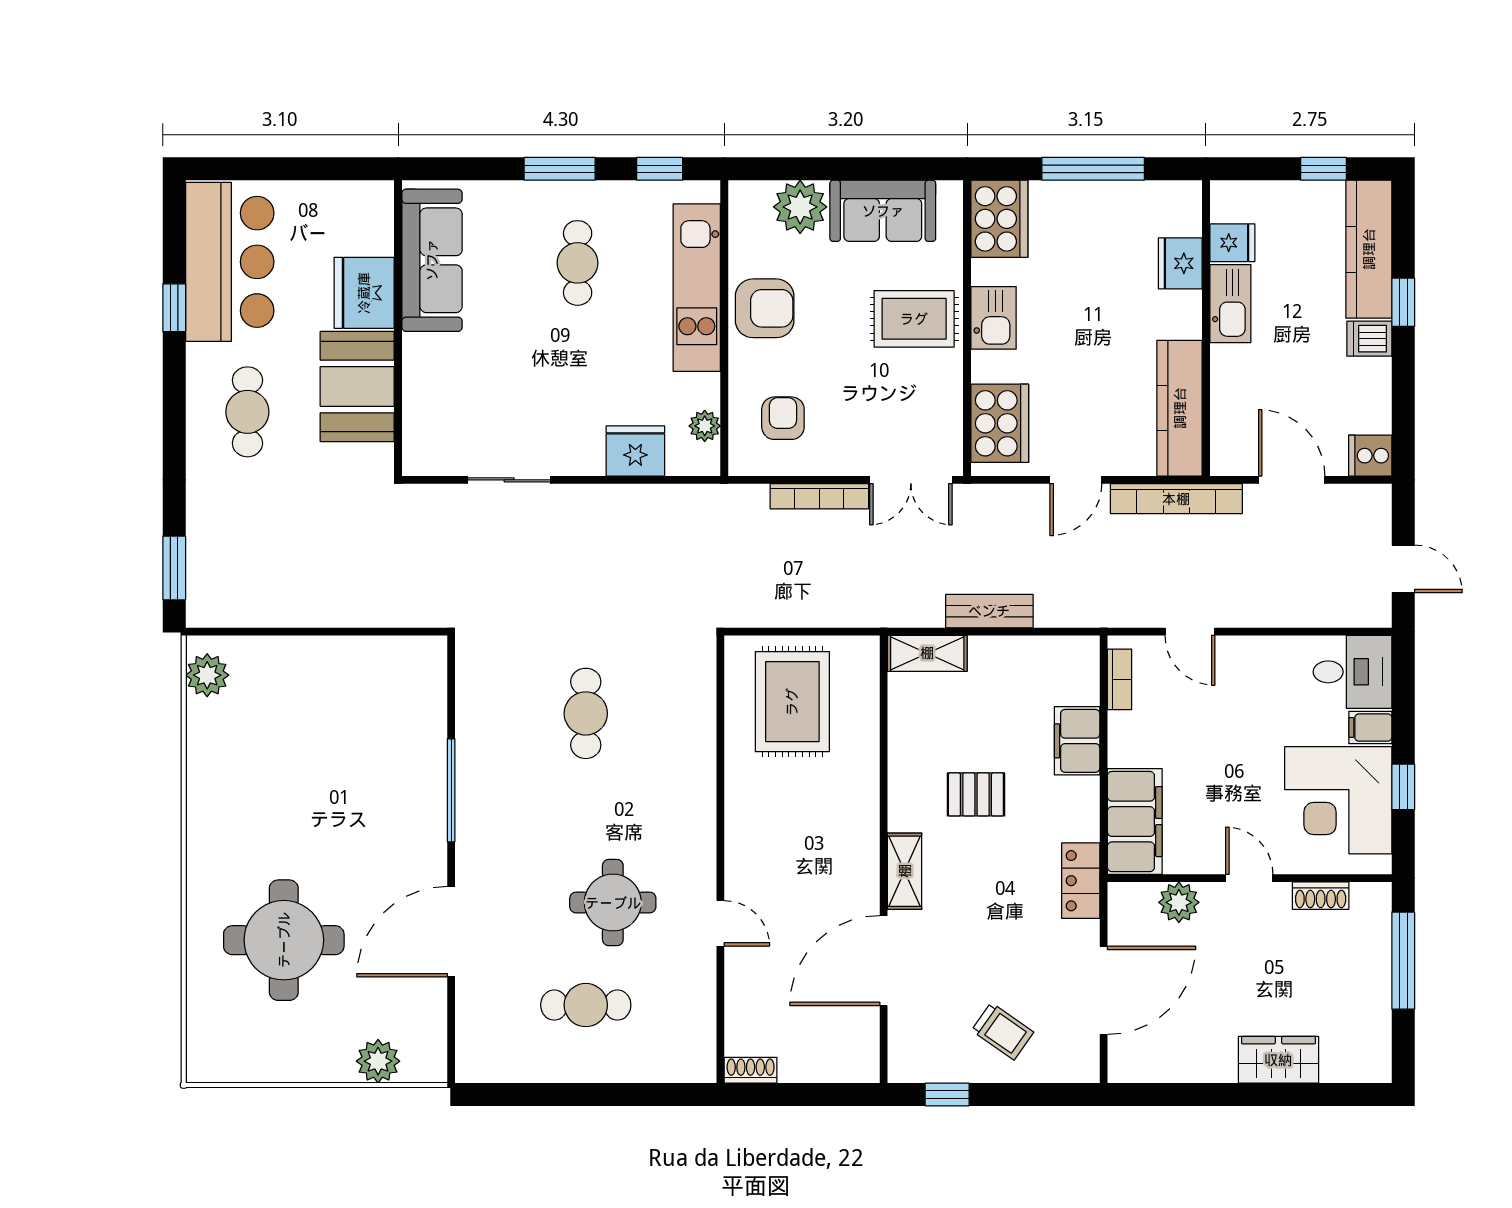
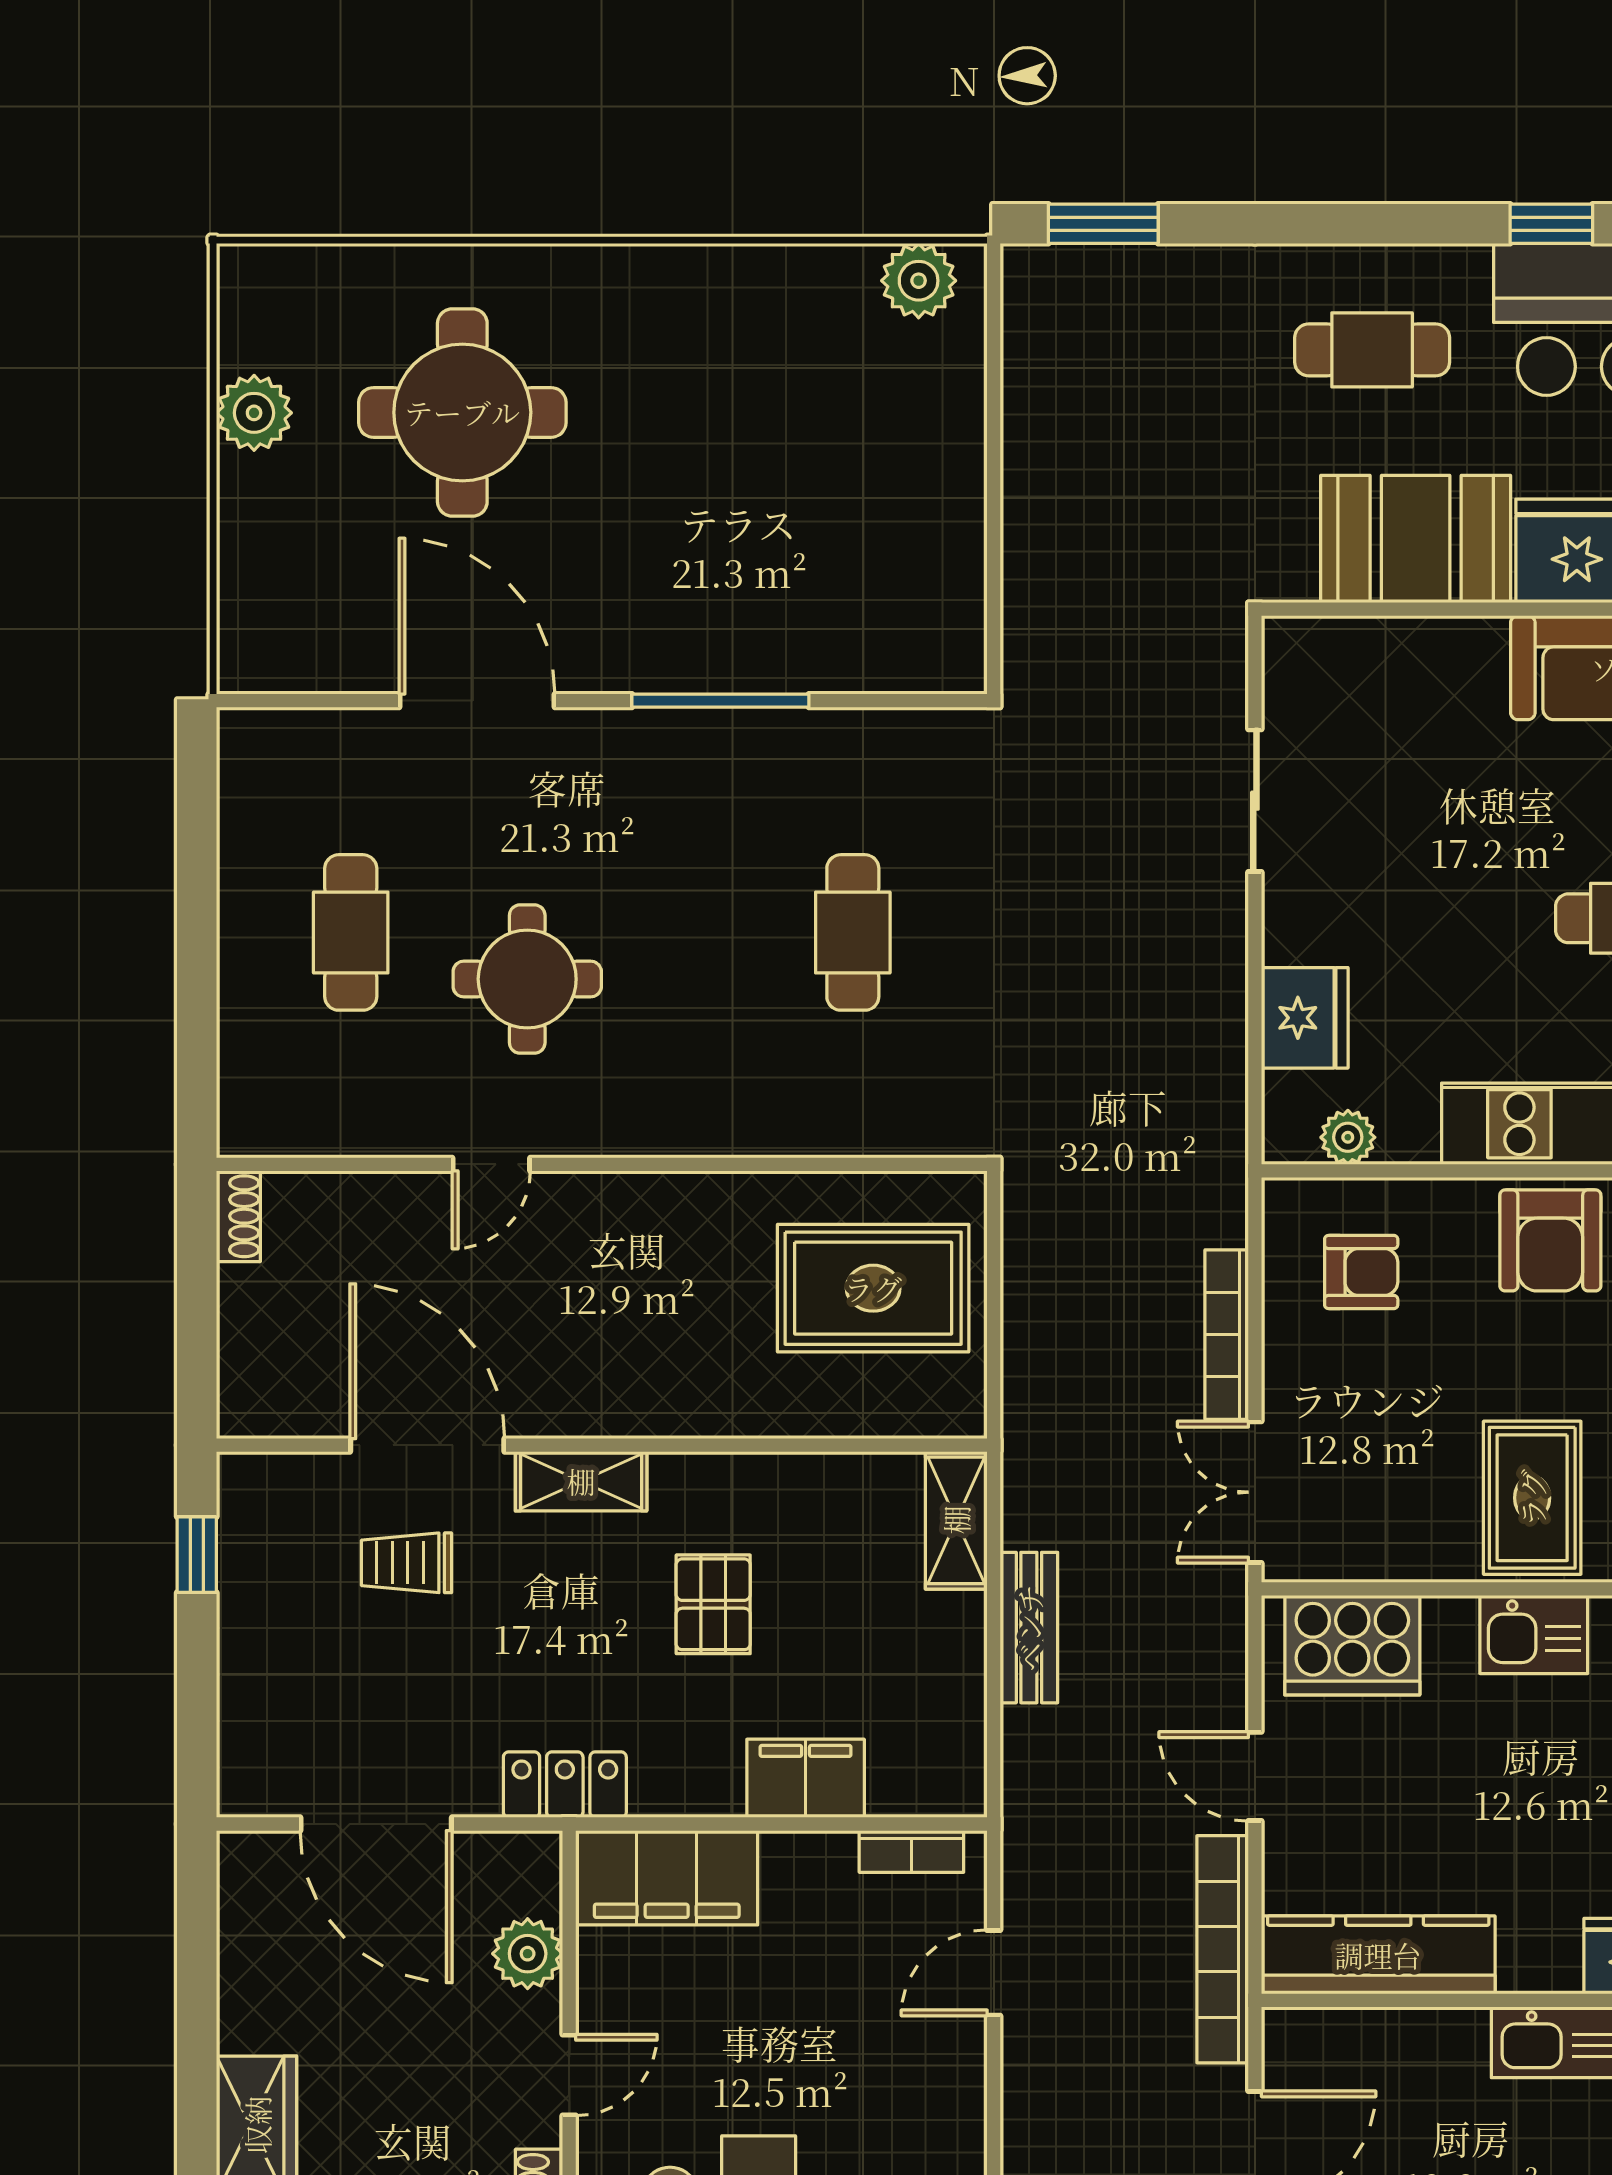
cafe table: (586, 713) -> (853, 932), turned 90
trolley: (1003, 1031) -> (407, 1563), moved, turned 55
plant: (378, 1061) -> (254, 413), moved

